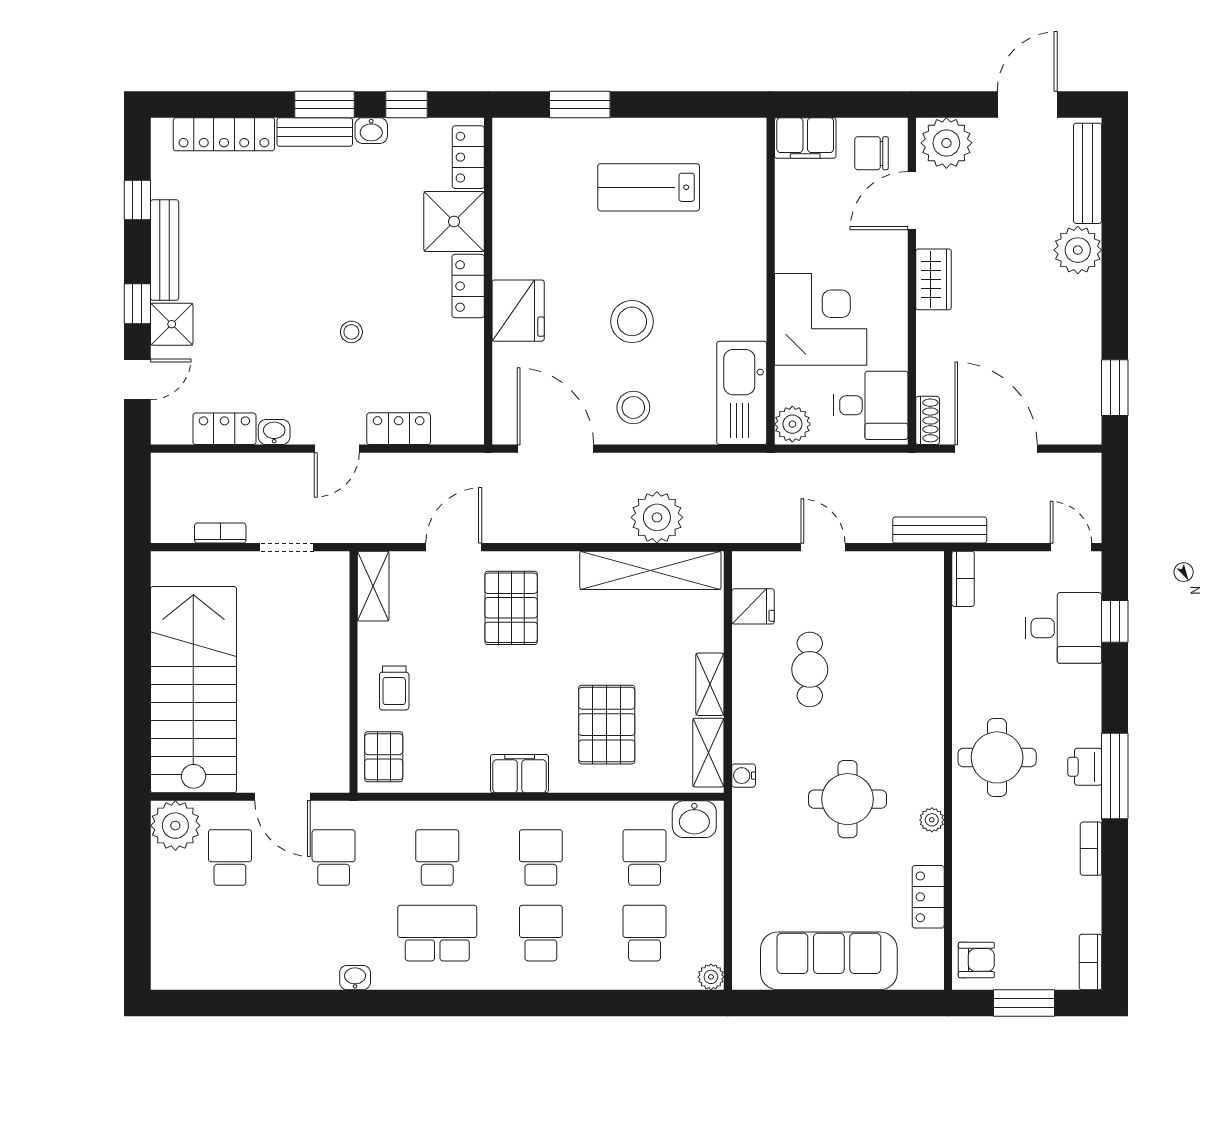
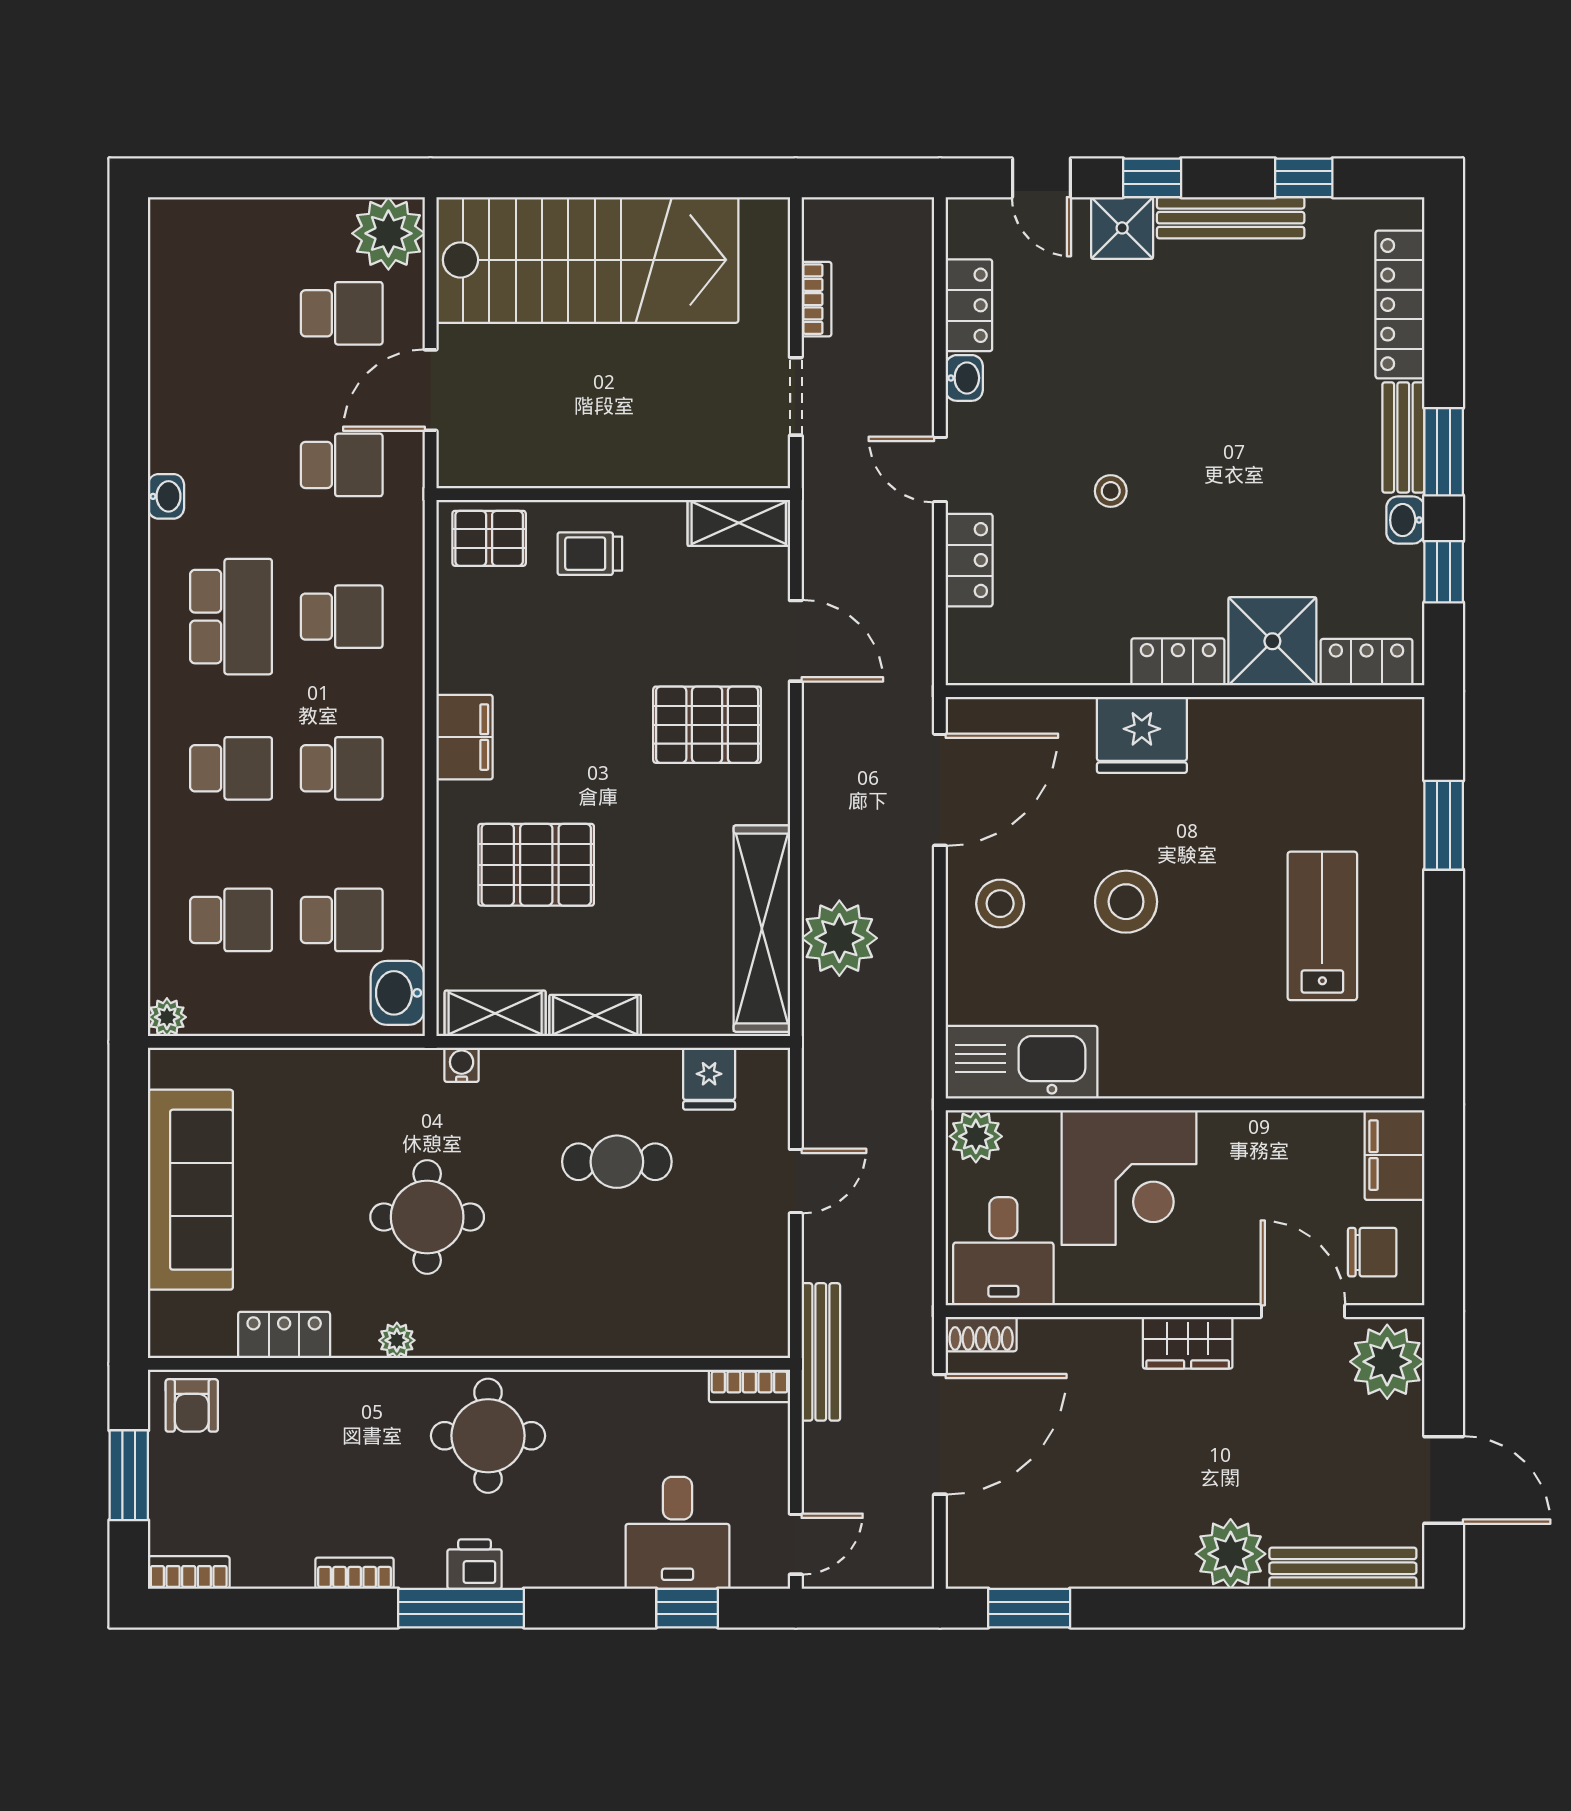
chair: (872, 153) -> (1372, 1252), turned 90

